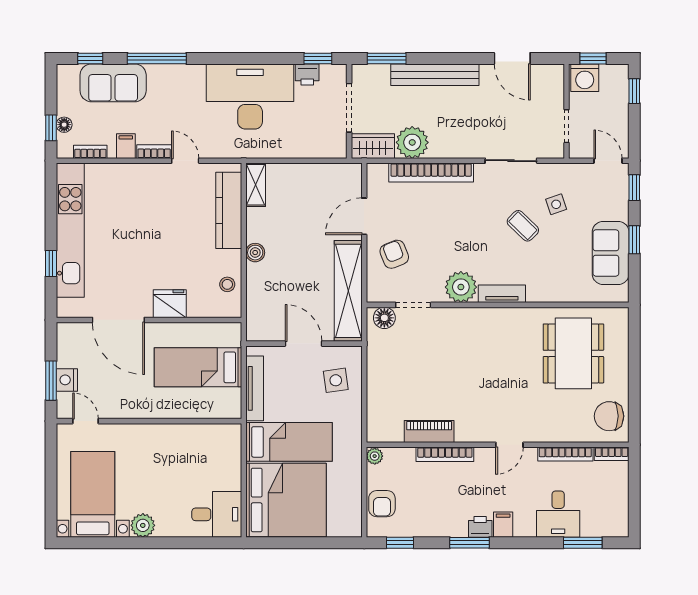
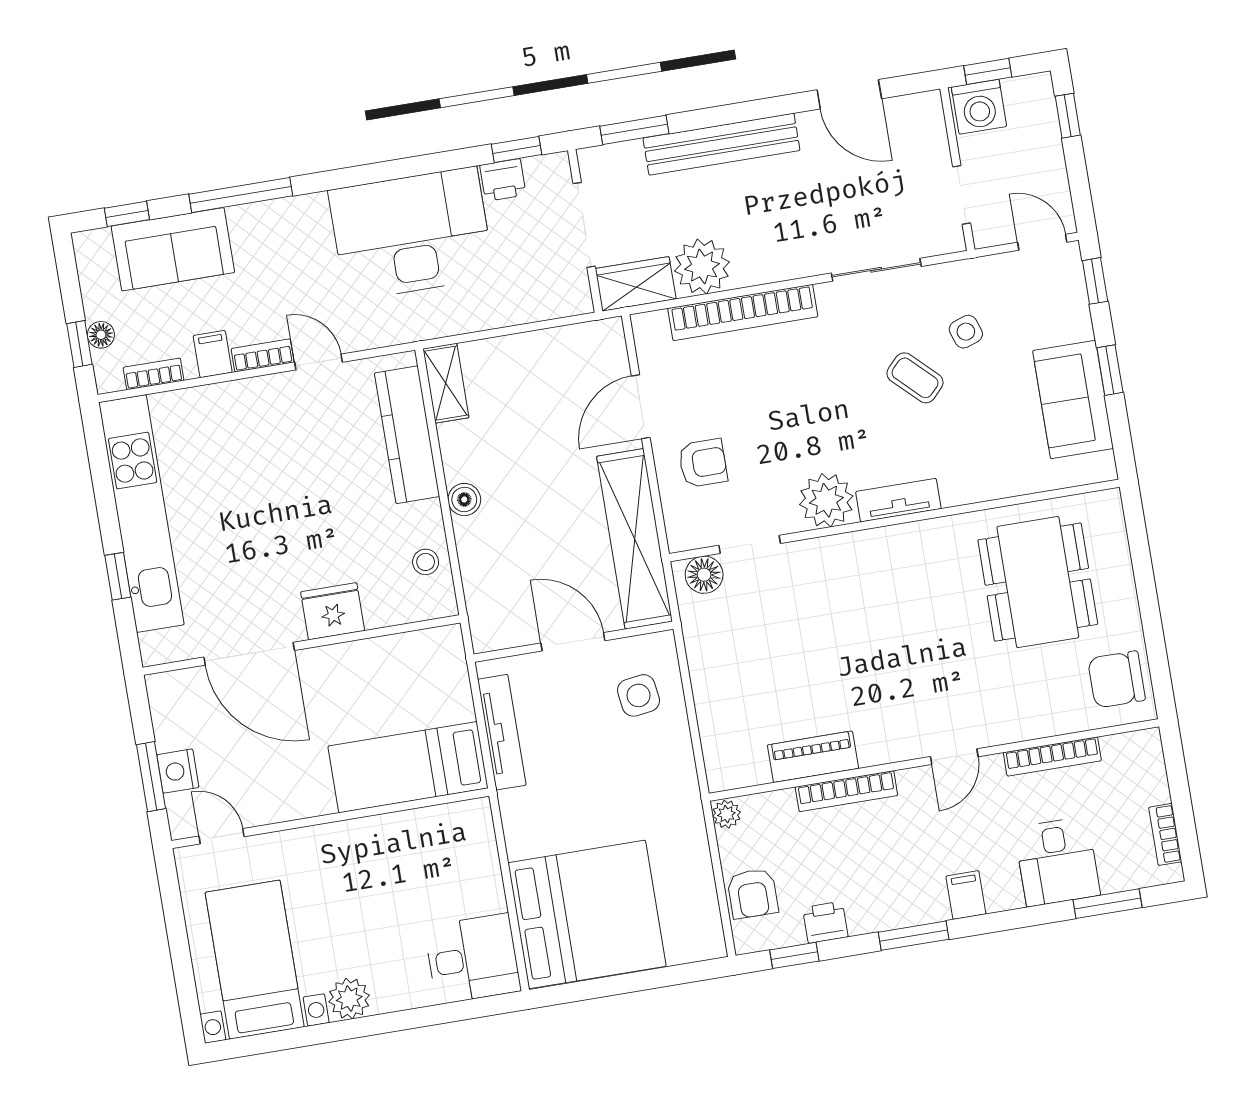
armchair: (394, 254) -> (703, 463), turned 112
bed: (198, 367) -> (408, 767), moved
bed: (289, 442) -> (576, 814), removed
bookcase: (612, 454) -> (1165, 834), moved, turned 90
printer: (480, 527) -> (825, 922), moved

